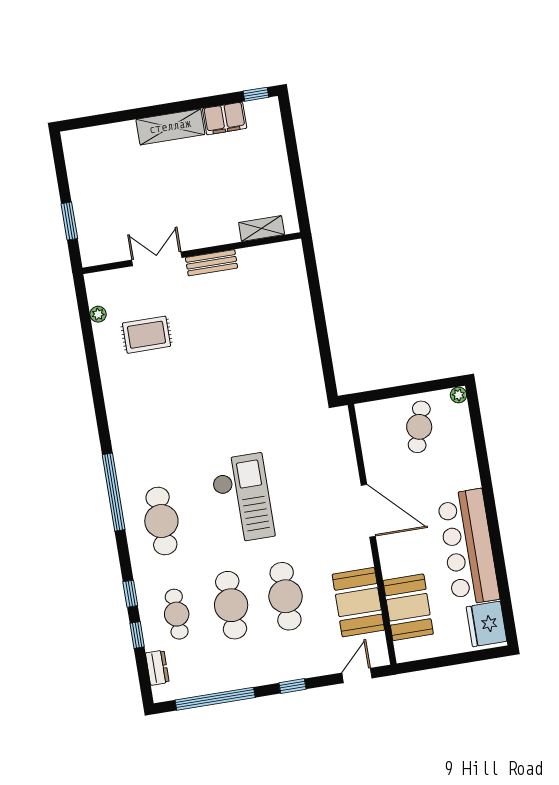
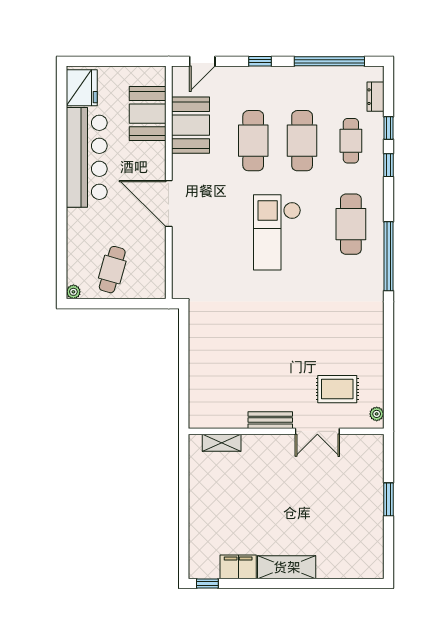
shelving: (262, 229) -> (222, 443), moved
wall: (192, 253) -> (286, 431), moved
double door: (157, 259) -> (317, 431), moved
bench: (211, 263) -> (270, 420), moved

